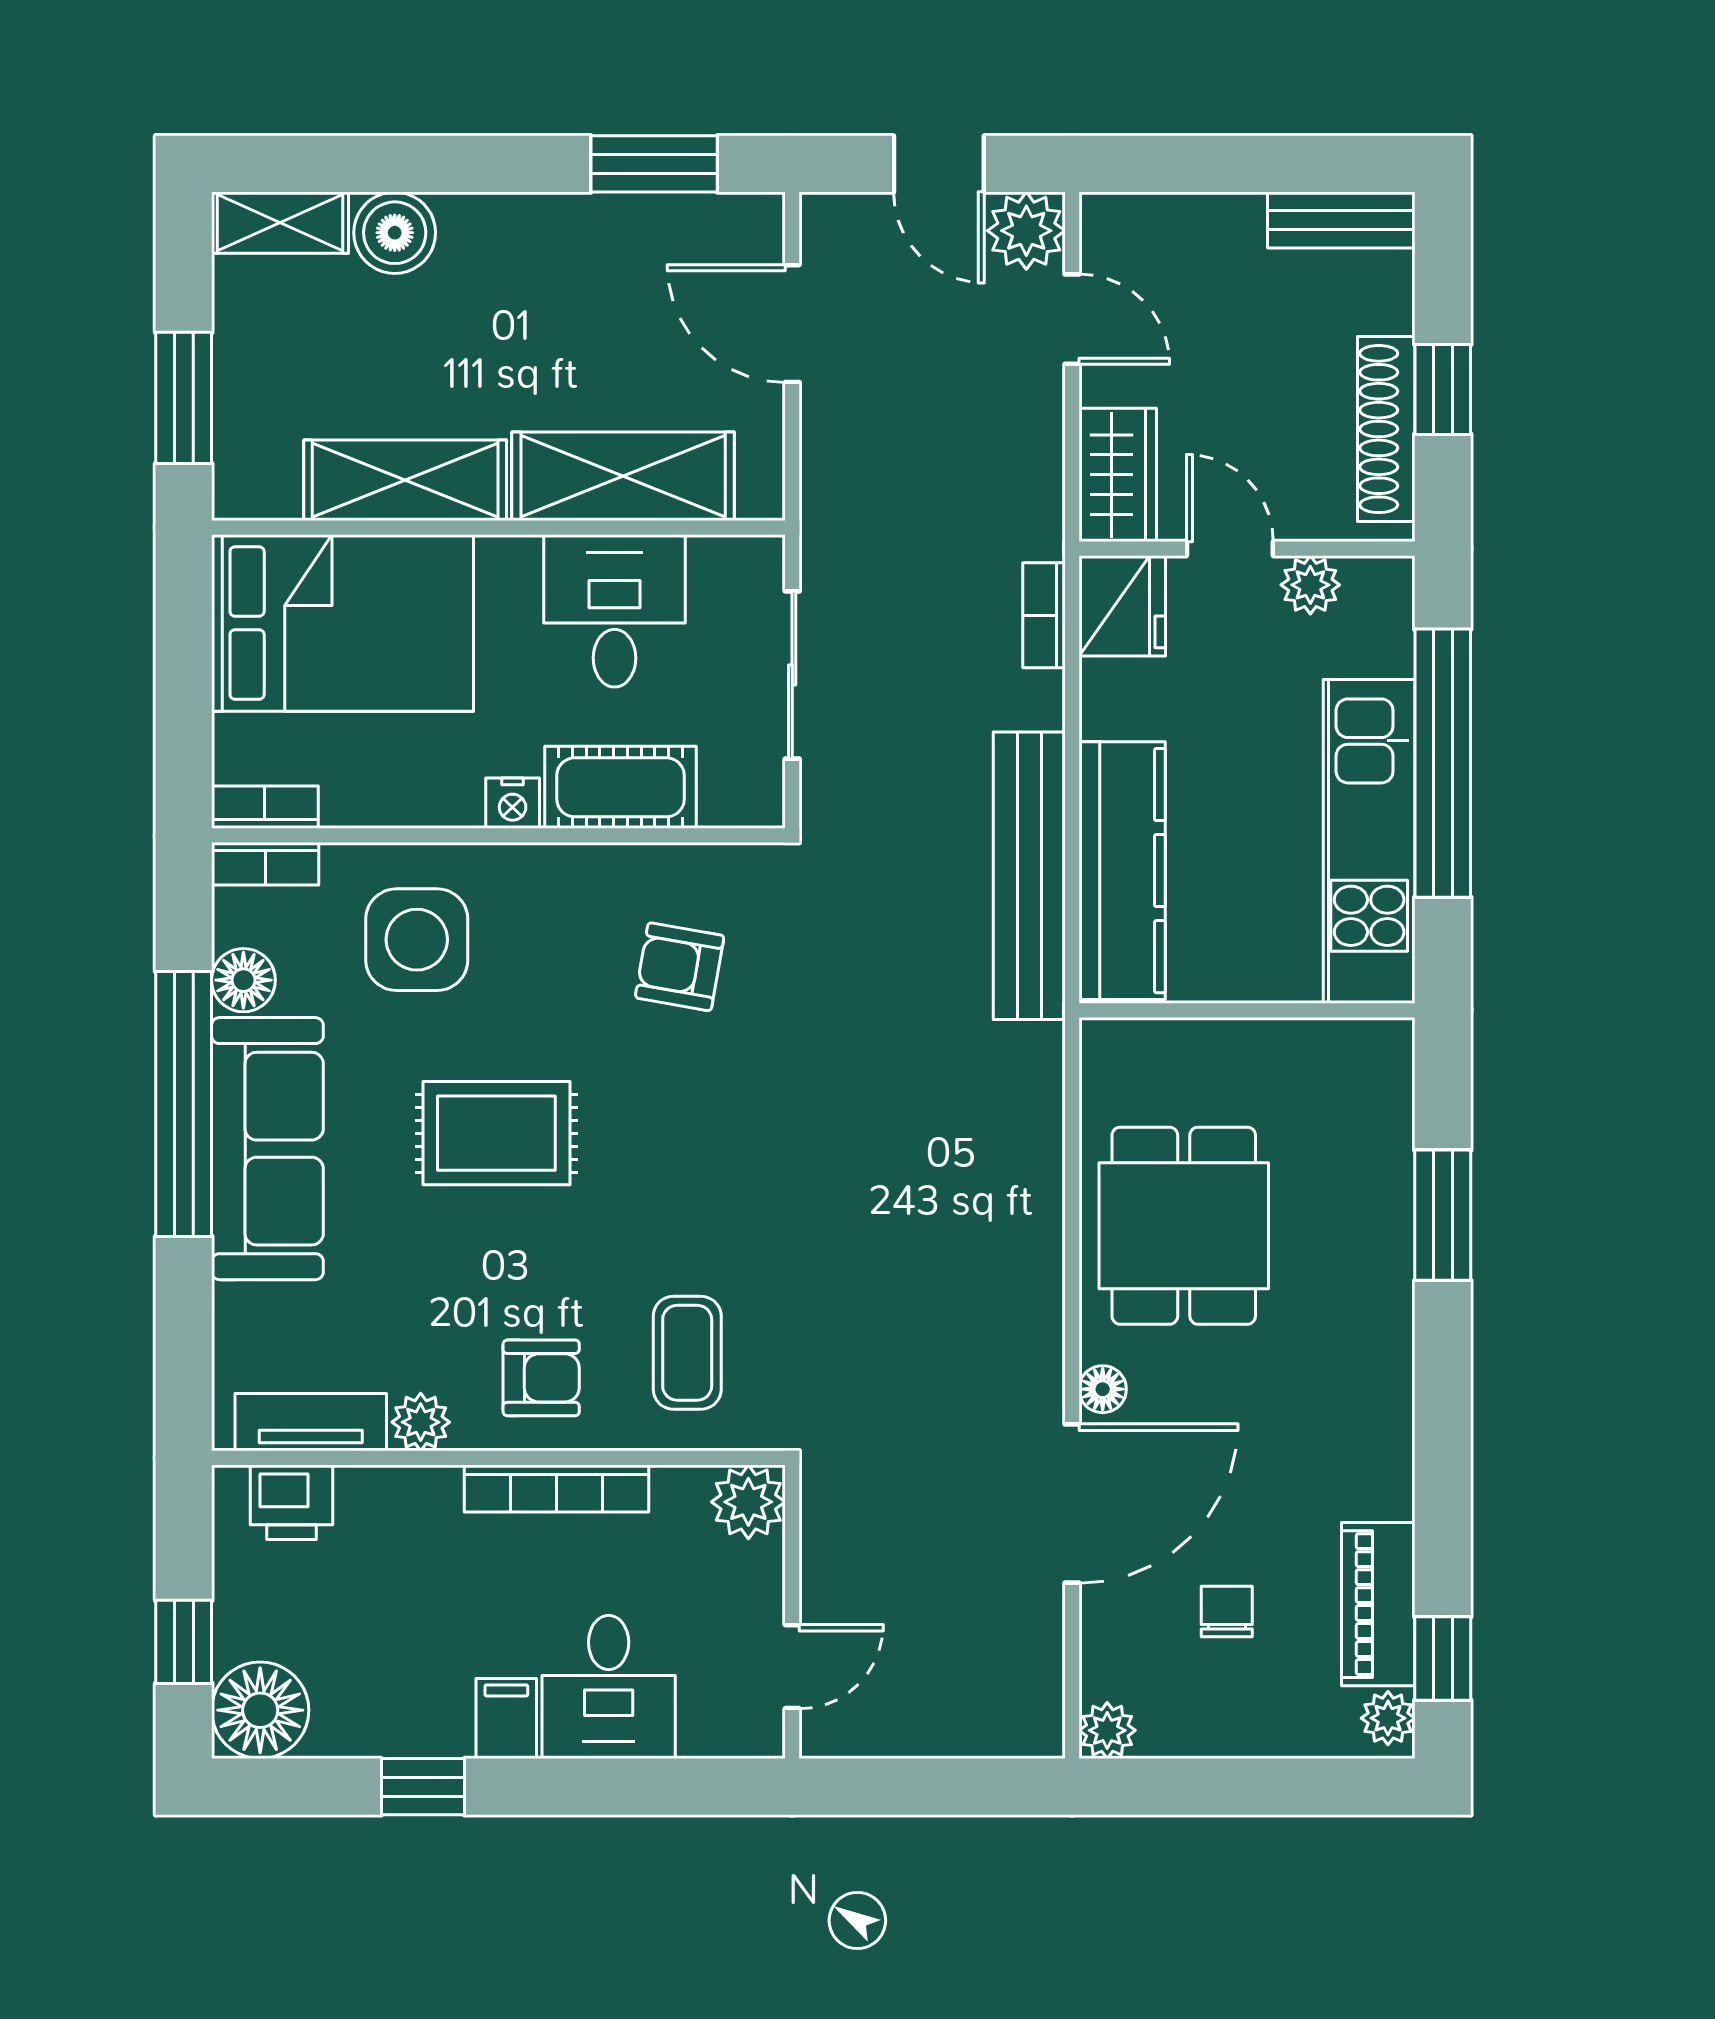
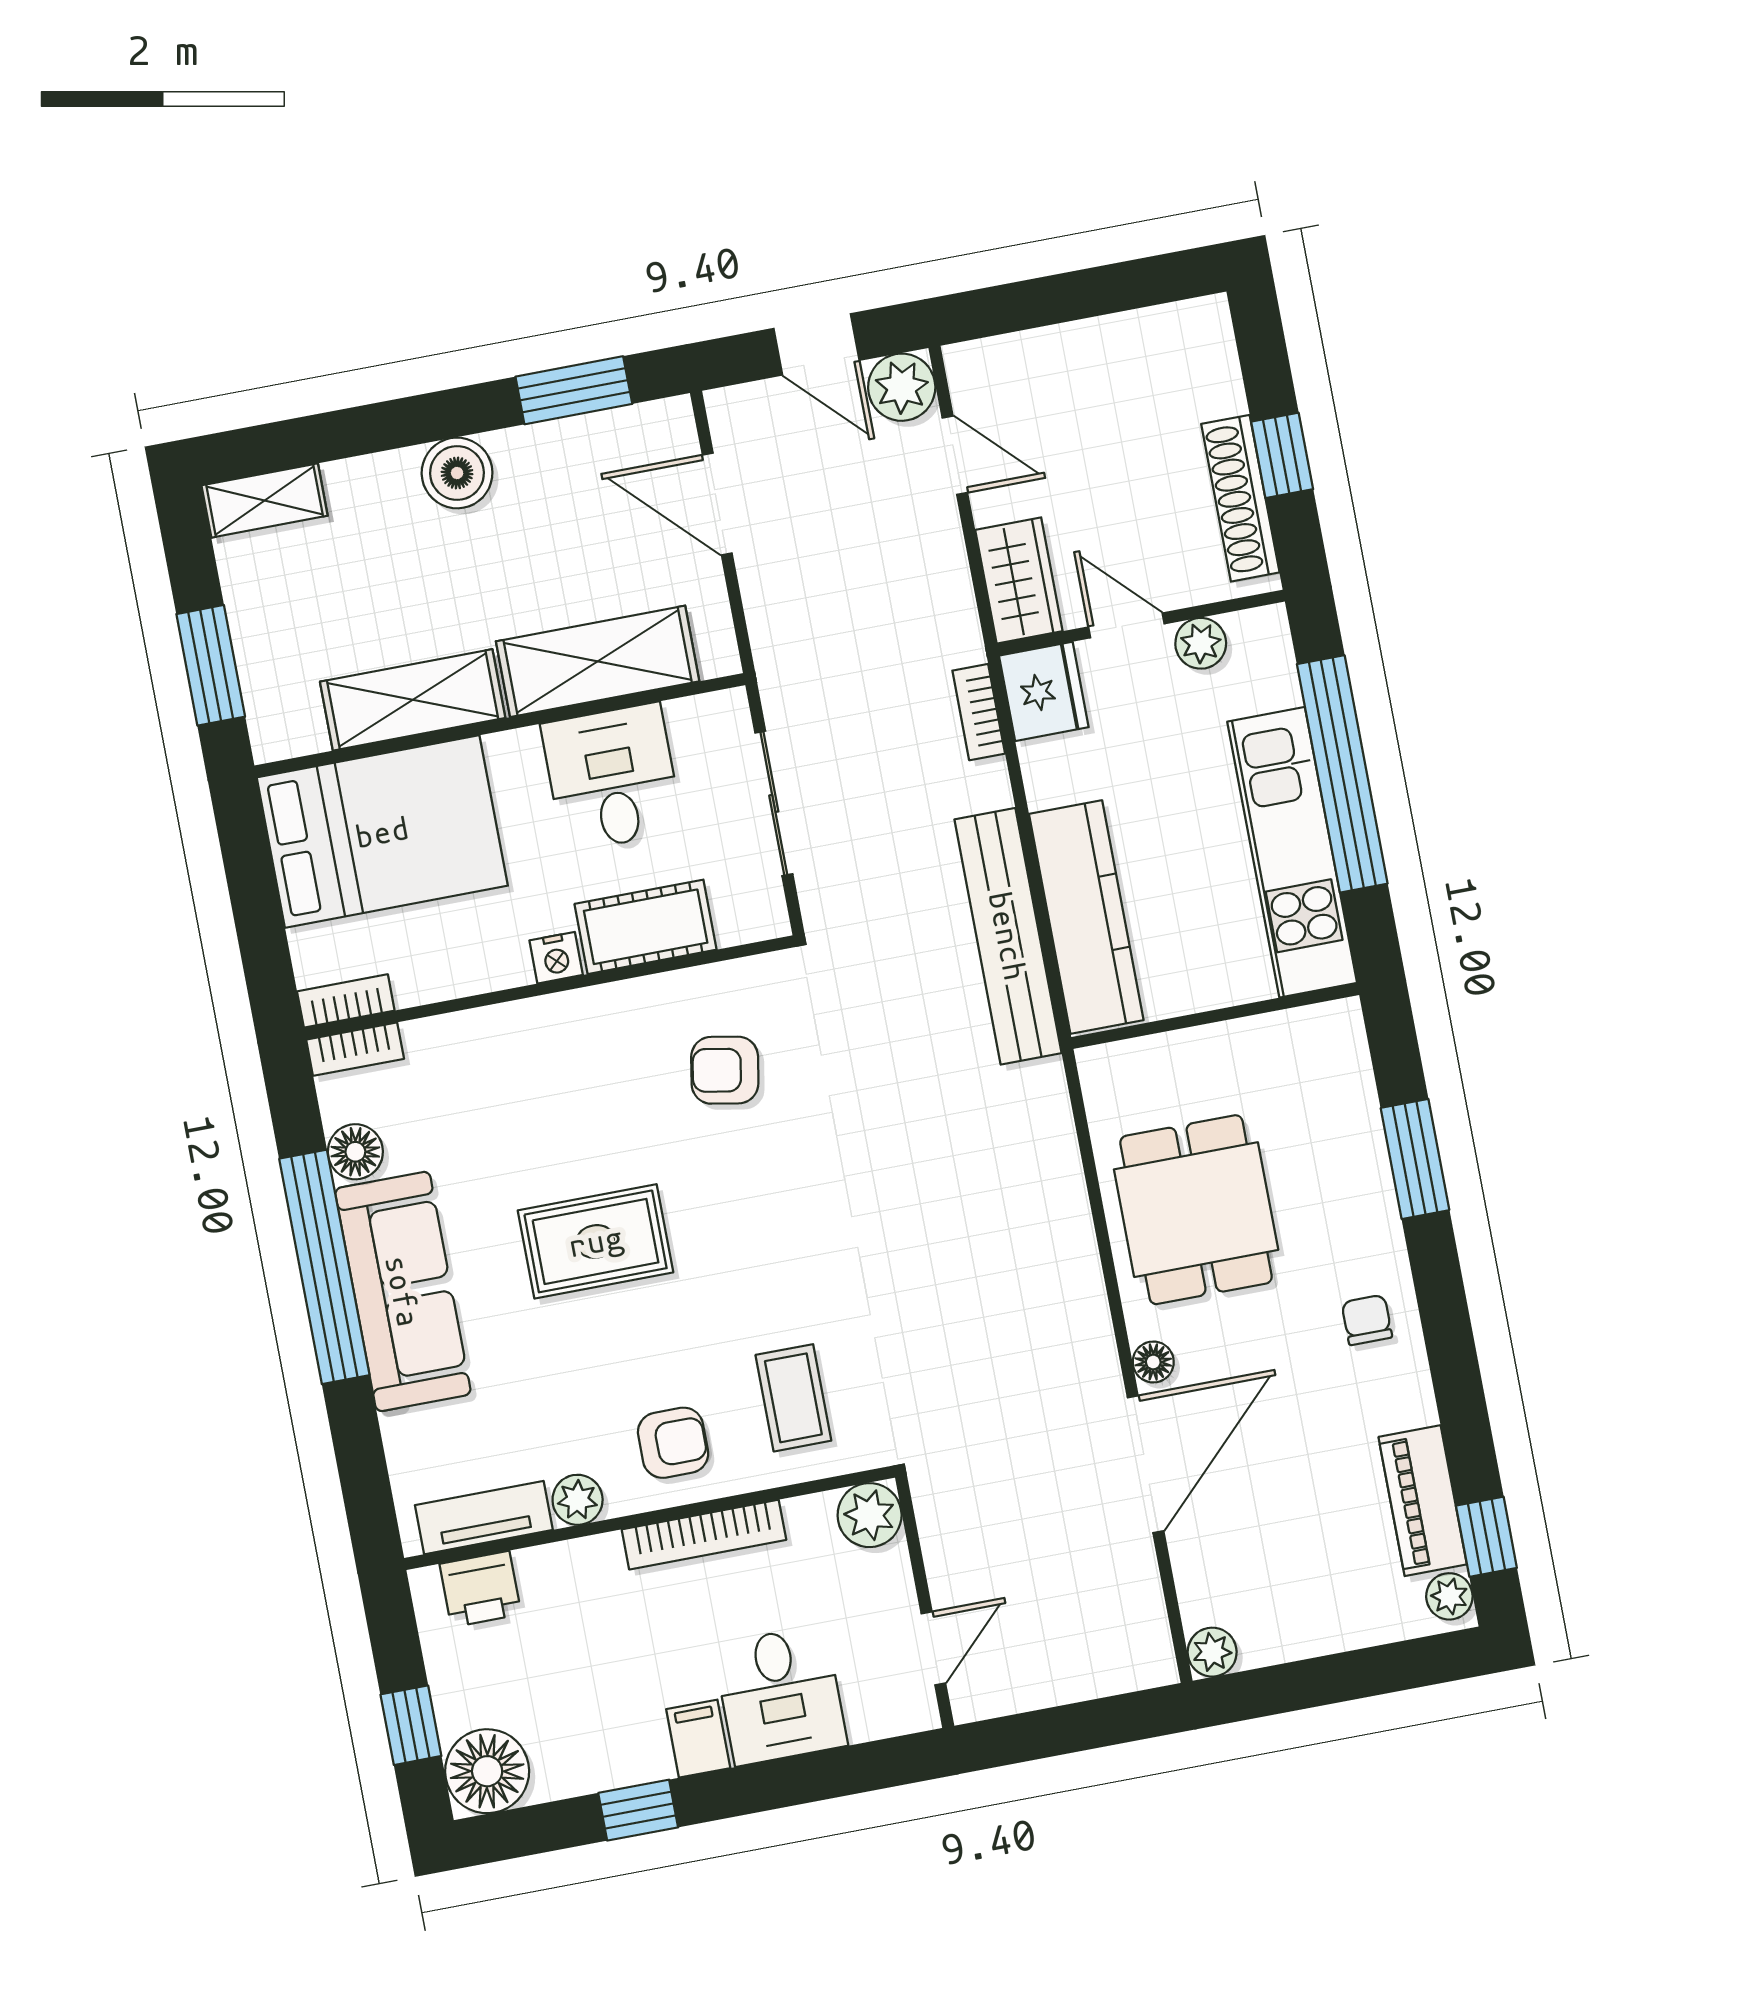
bench: (1341, 220) -> (1168, 327), removed
boiler: (395, 233) -> (457, 473), moved
side table: (417, 940) -> (496, 1089), removed
chair: (1227, 1612) -> (1367, 1320), moved

